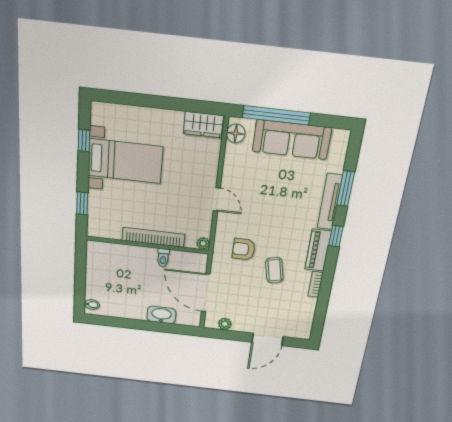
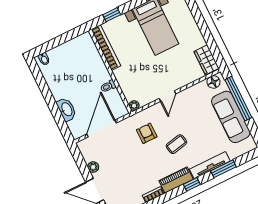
bookcase: (153, 237) -> (106, 48), moved
coffee table: (274, 270) -> (176, 144), moved
plant: (225, 324) -> (93, 167), moved

